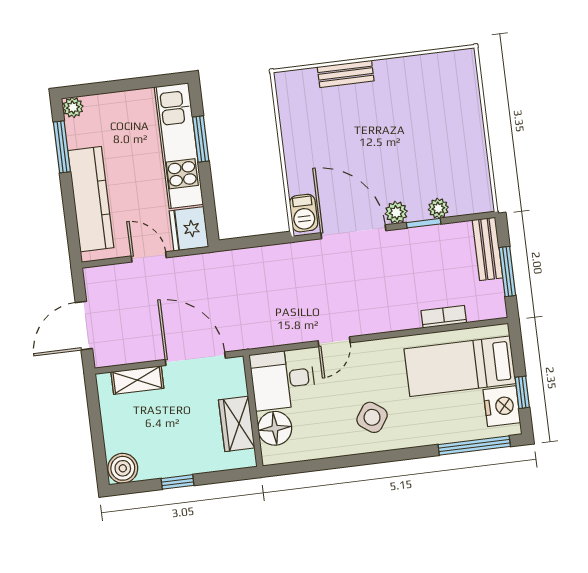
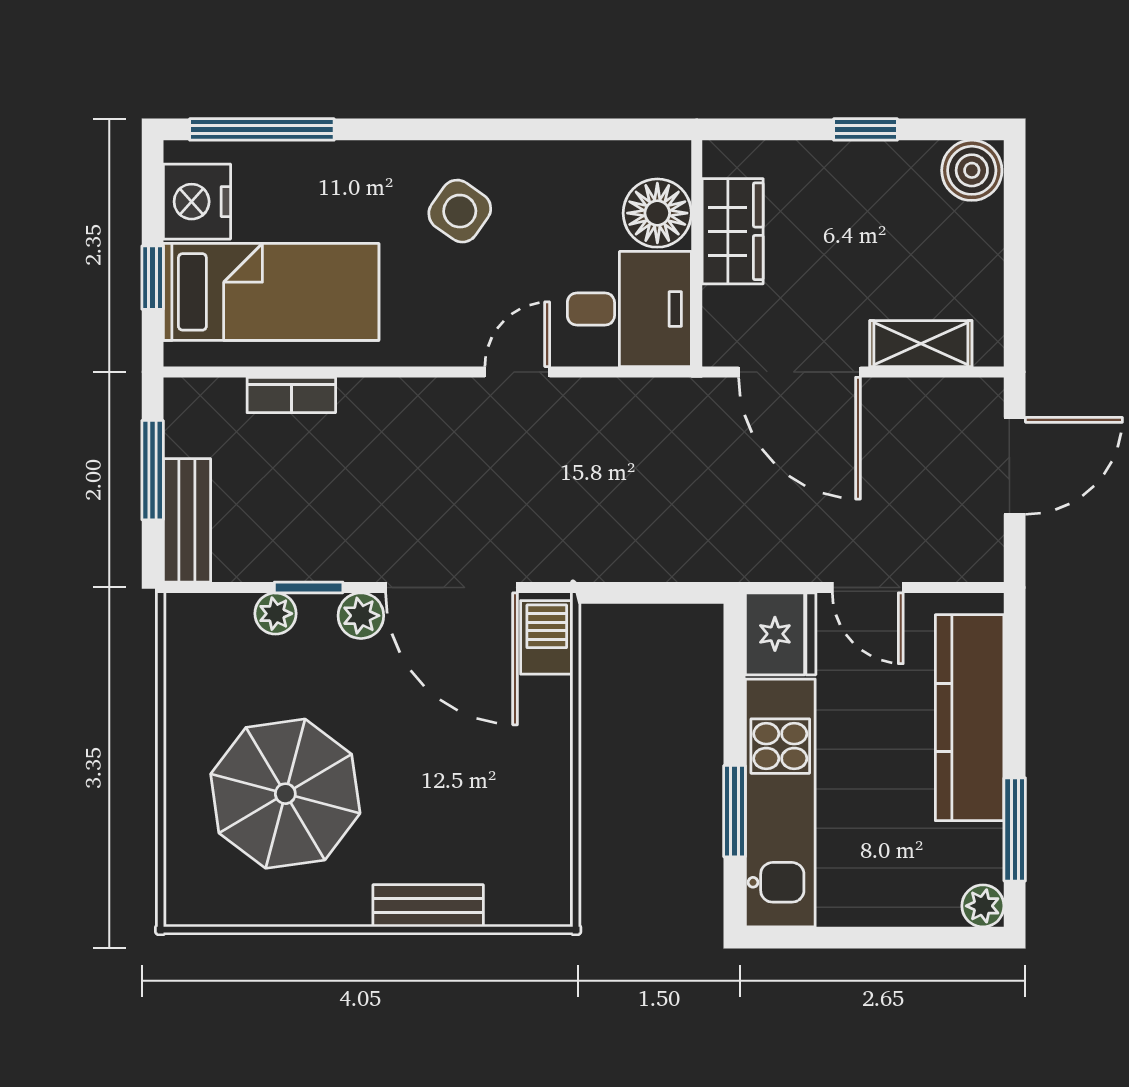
parasol: (423, 120) -> (285, 794), added
window: (522, 392) -> (153, 278), moved

